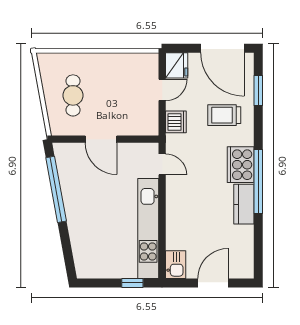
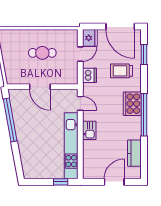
cafe table: (73, 95) -> (42, 53), moved, turned 90
kitchen counter: (244, 204) -> (134, 153), moved
kitchen sink: (176, 265) -> (89, 130), moved

